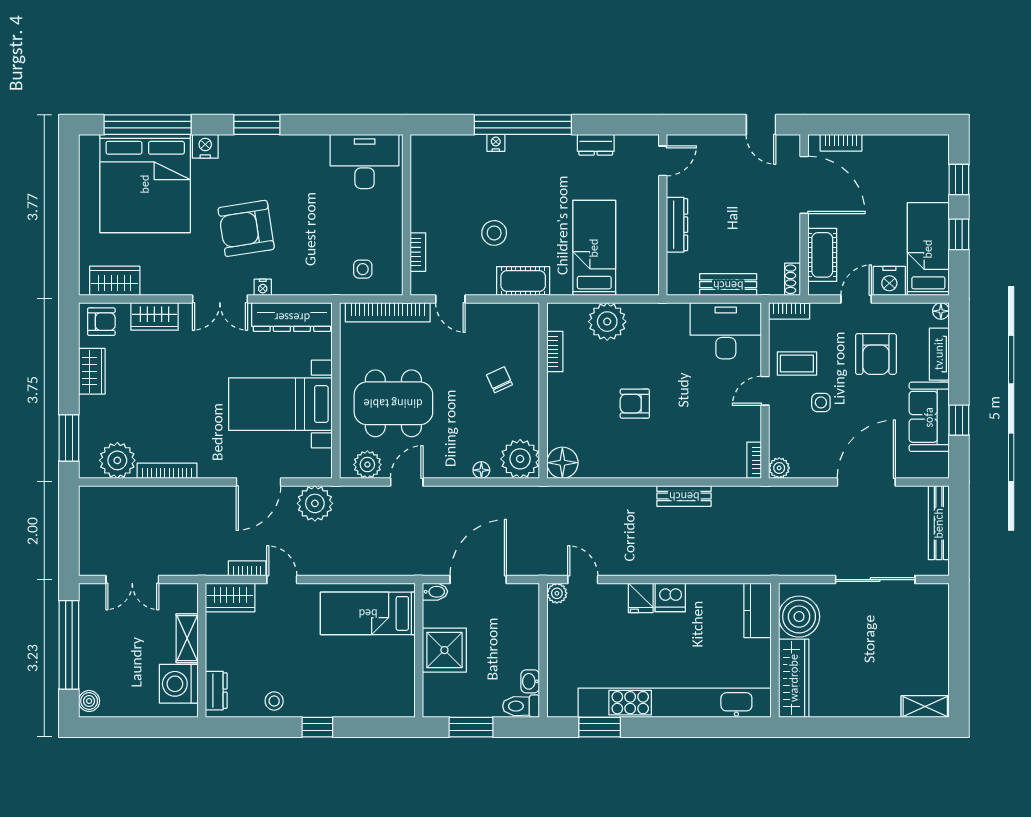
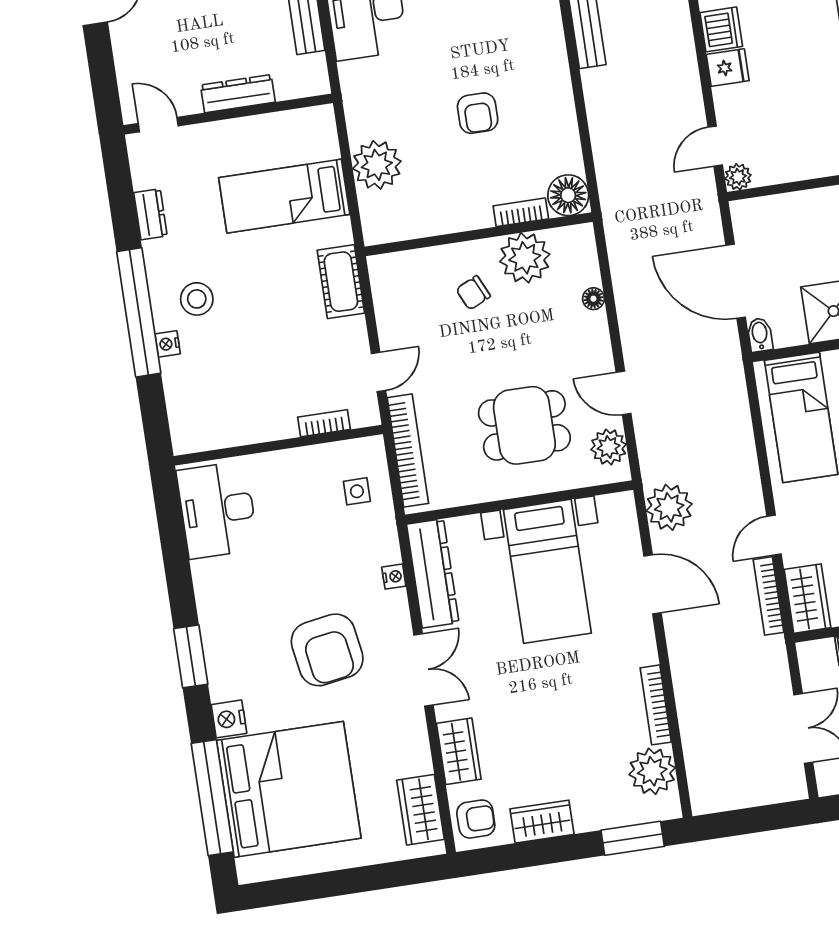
stool: (494, 233) -> (197, 299), moved
nightstand: (263, 287) -> (394, 577), moved
armchair: (101, 322) -> (476, 819), turned 90
bookcase: (555, 352) -> (521, 212), moved
dining table: (393, 403) -> (524, 425), width x0.73
plant: (520, 459) -> (525, 258), moved
bookcase: (247, 568) -> (769, 596), width x1.56

